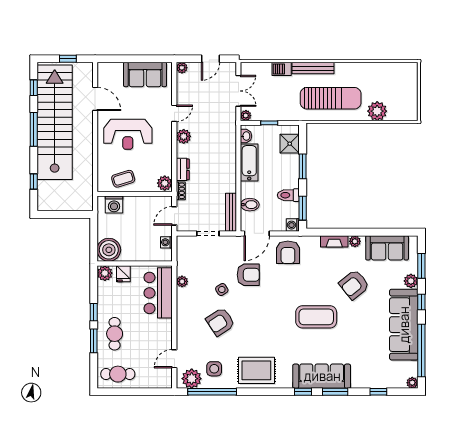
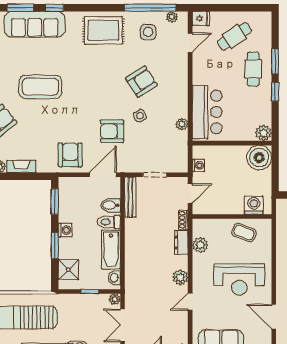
reception desk: (128, 134) -> (239, 279), turned 180
coffee table: (123, 179) -> (244, 233), turned 38
plant: (165, 183) -> (200, 245), moved
toilet: (288, 195) -> (109, 222), moved, turned 180
washing machine: (293, 225) -> (65, 230), moved
fridge: (123, 274) -> (201, 18), moved, turned 90
cafe table: (118, 374) -> (234, 36), moved, turned -34
plant: (192, 379) -> (172, 17), width x0.53, depth x0.53

